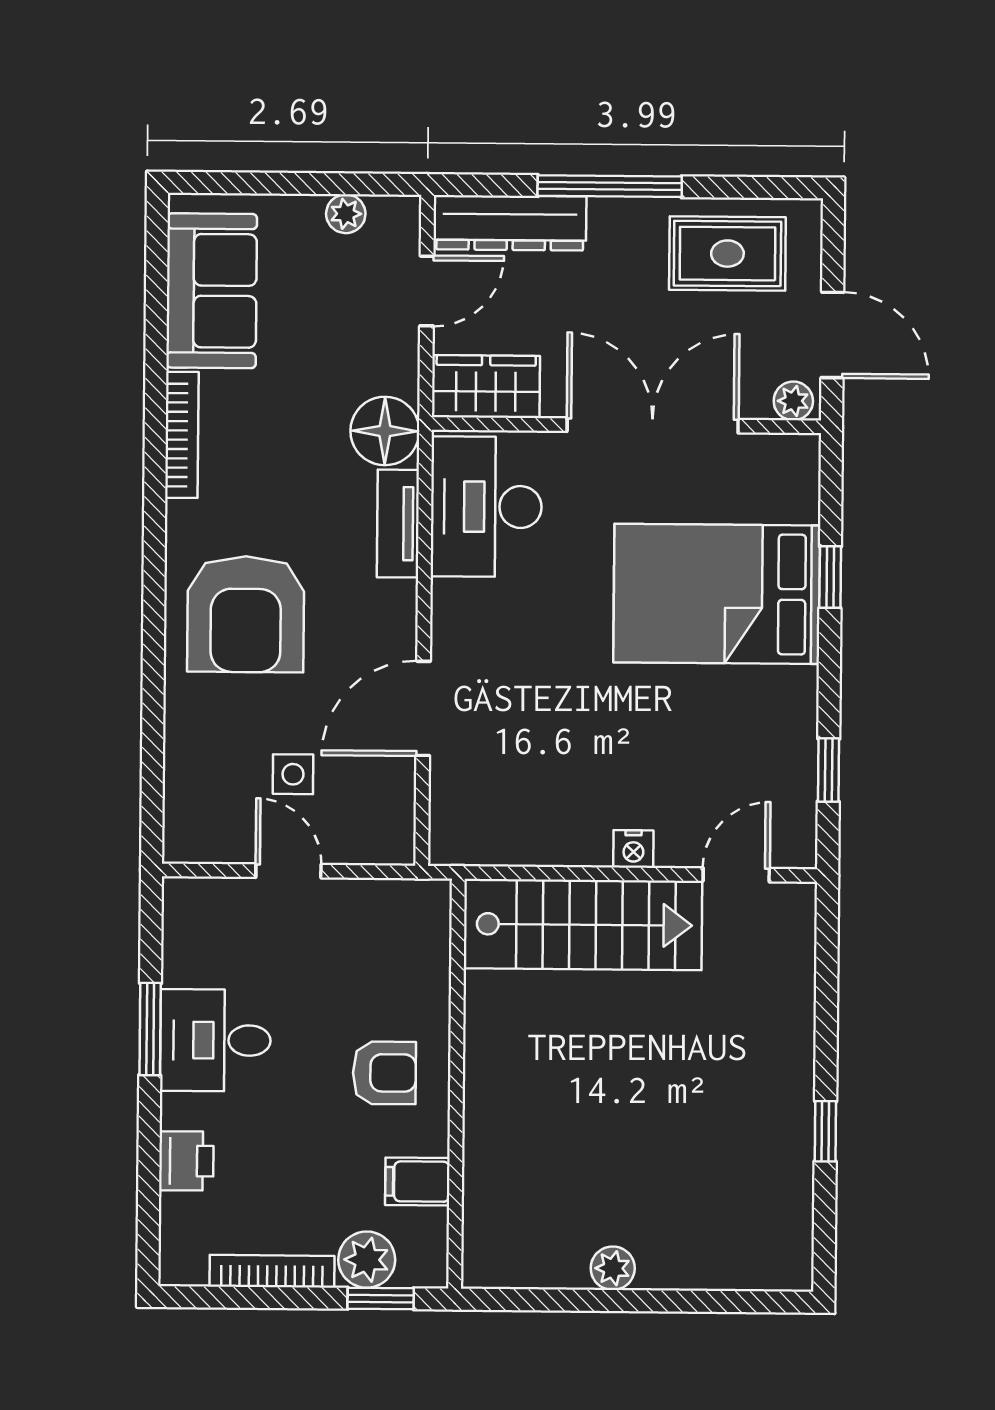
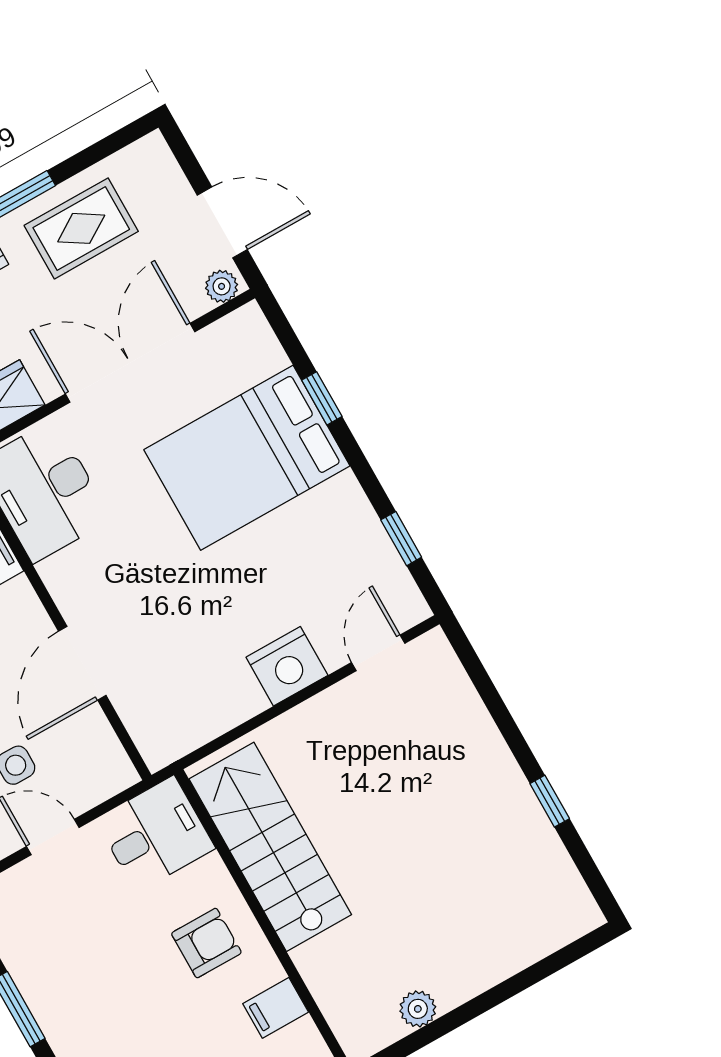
rug: (727, 254) -> (81, 228), moved
nightstand: (633, 849) -> (287, 666), width x1.89, depth x1.79
stairs: (583, 925) -> (270, 847), moved, turned -90
desk: (215, 1040) -> (155, 834), moved, turned 180
plant: (613, 1268) -> (418, 1009), moved

